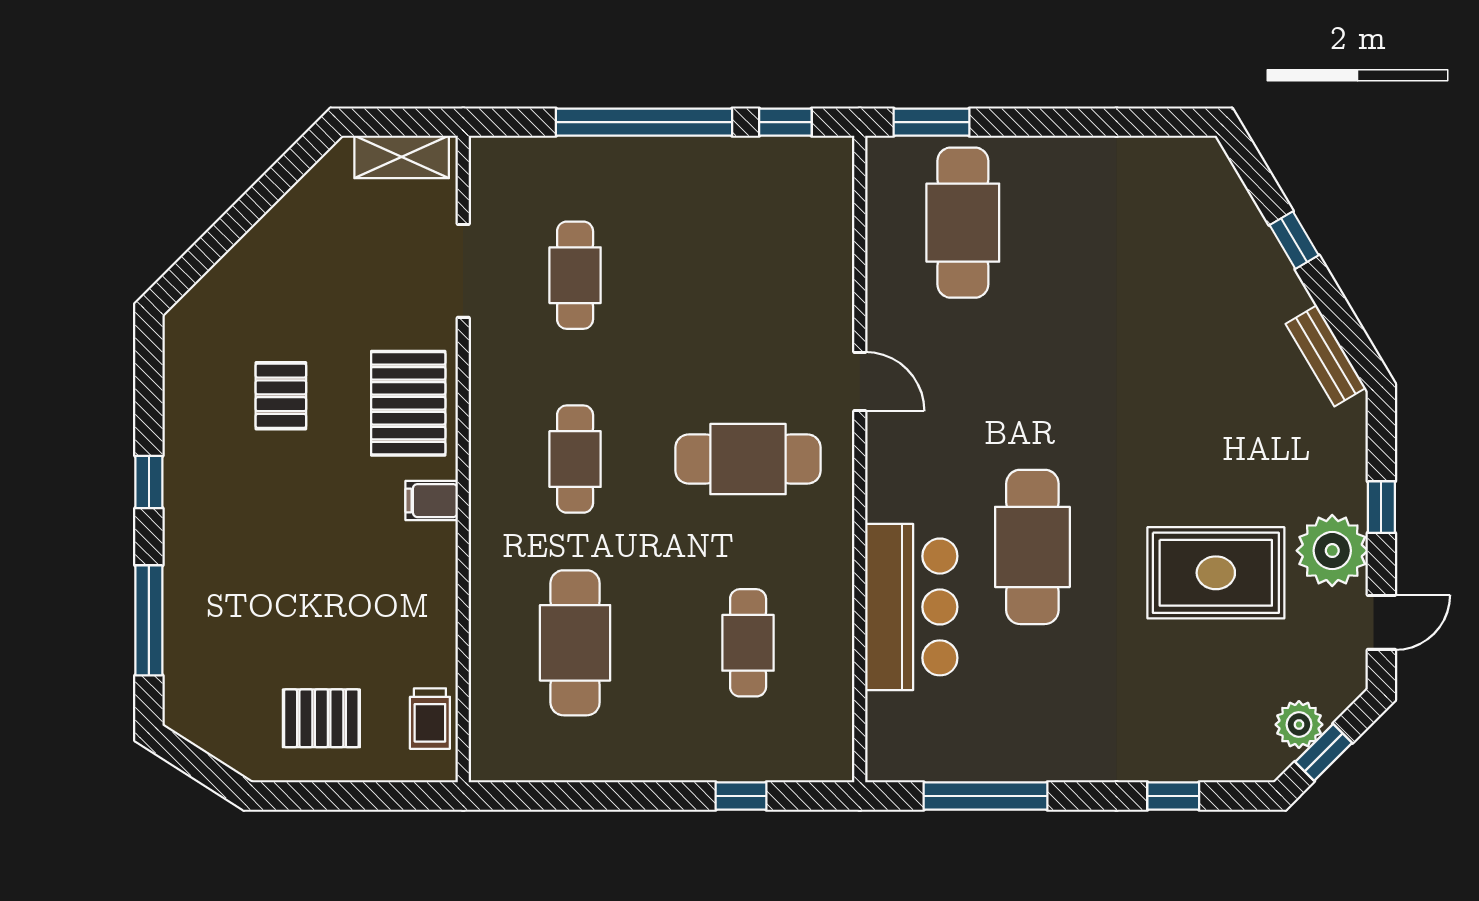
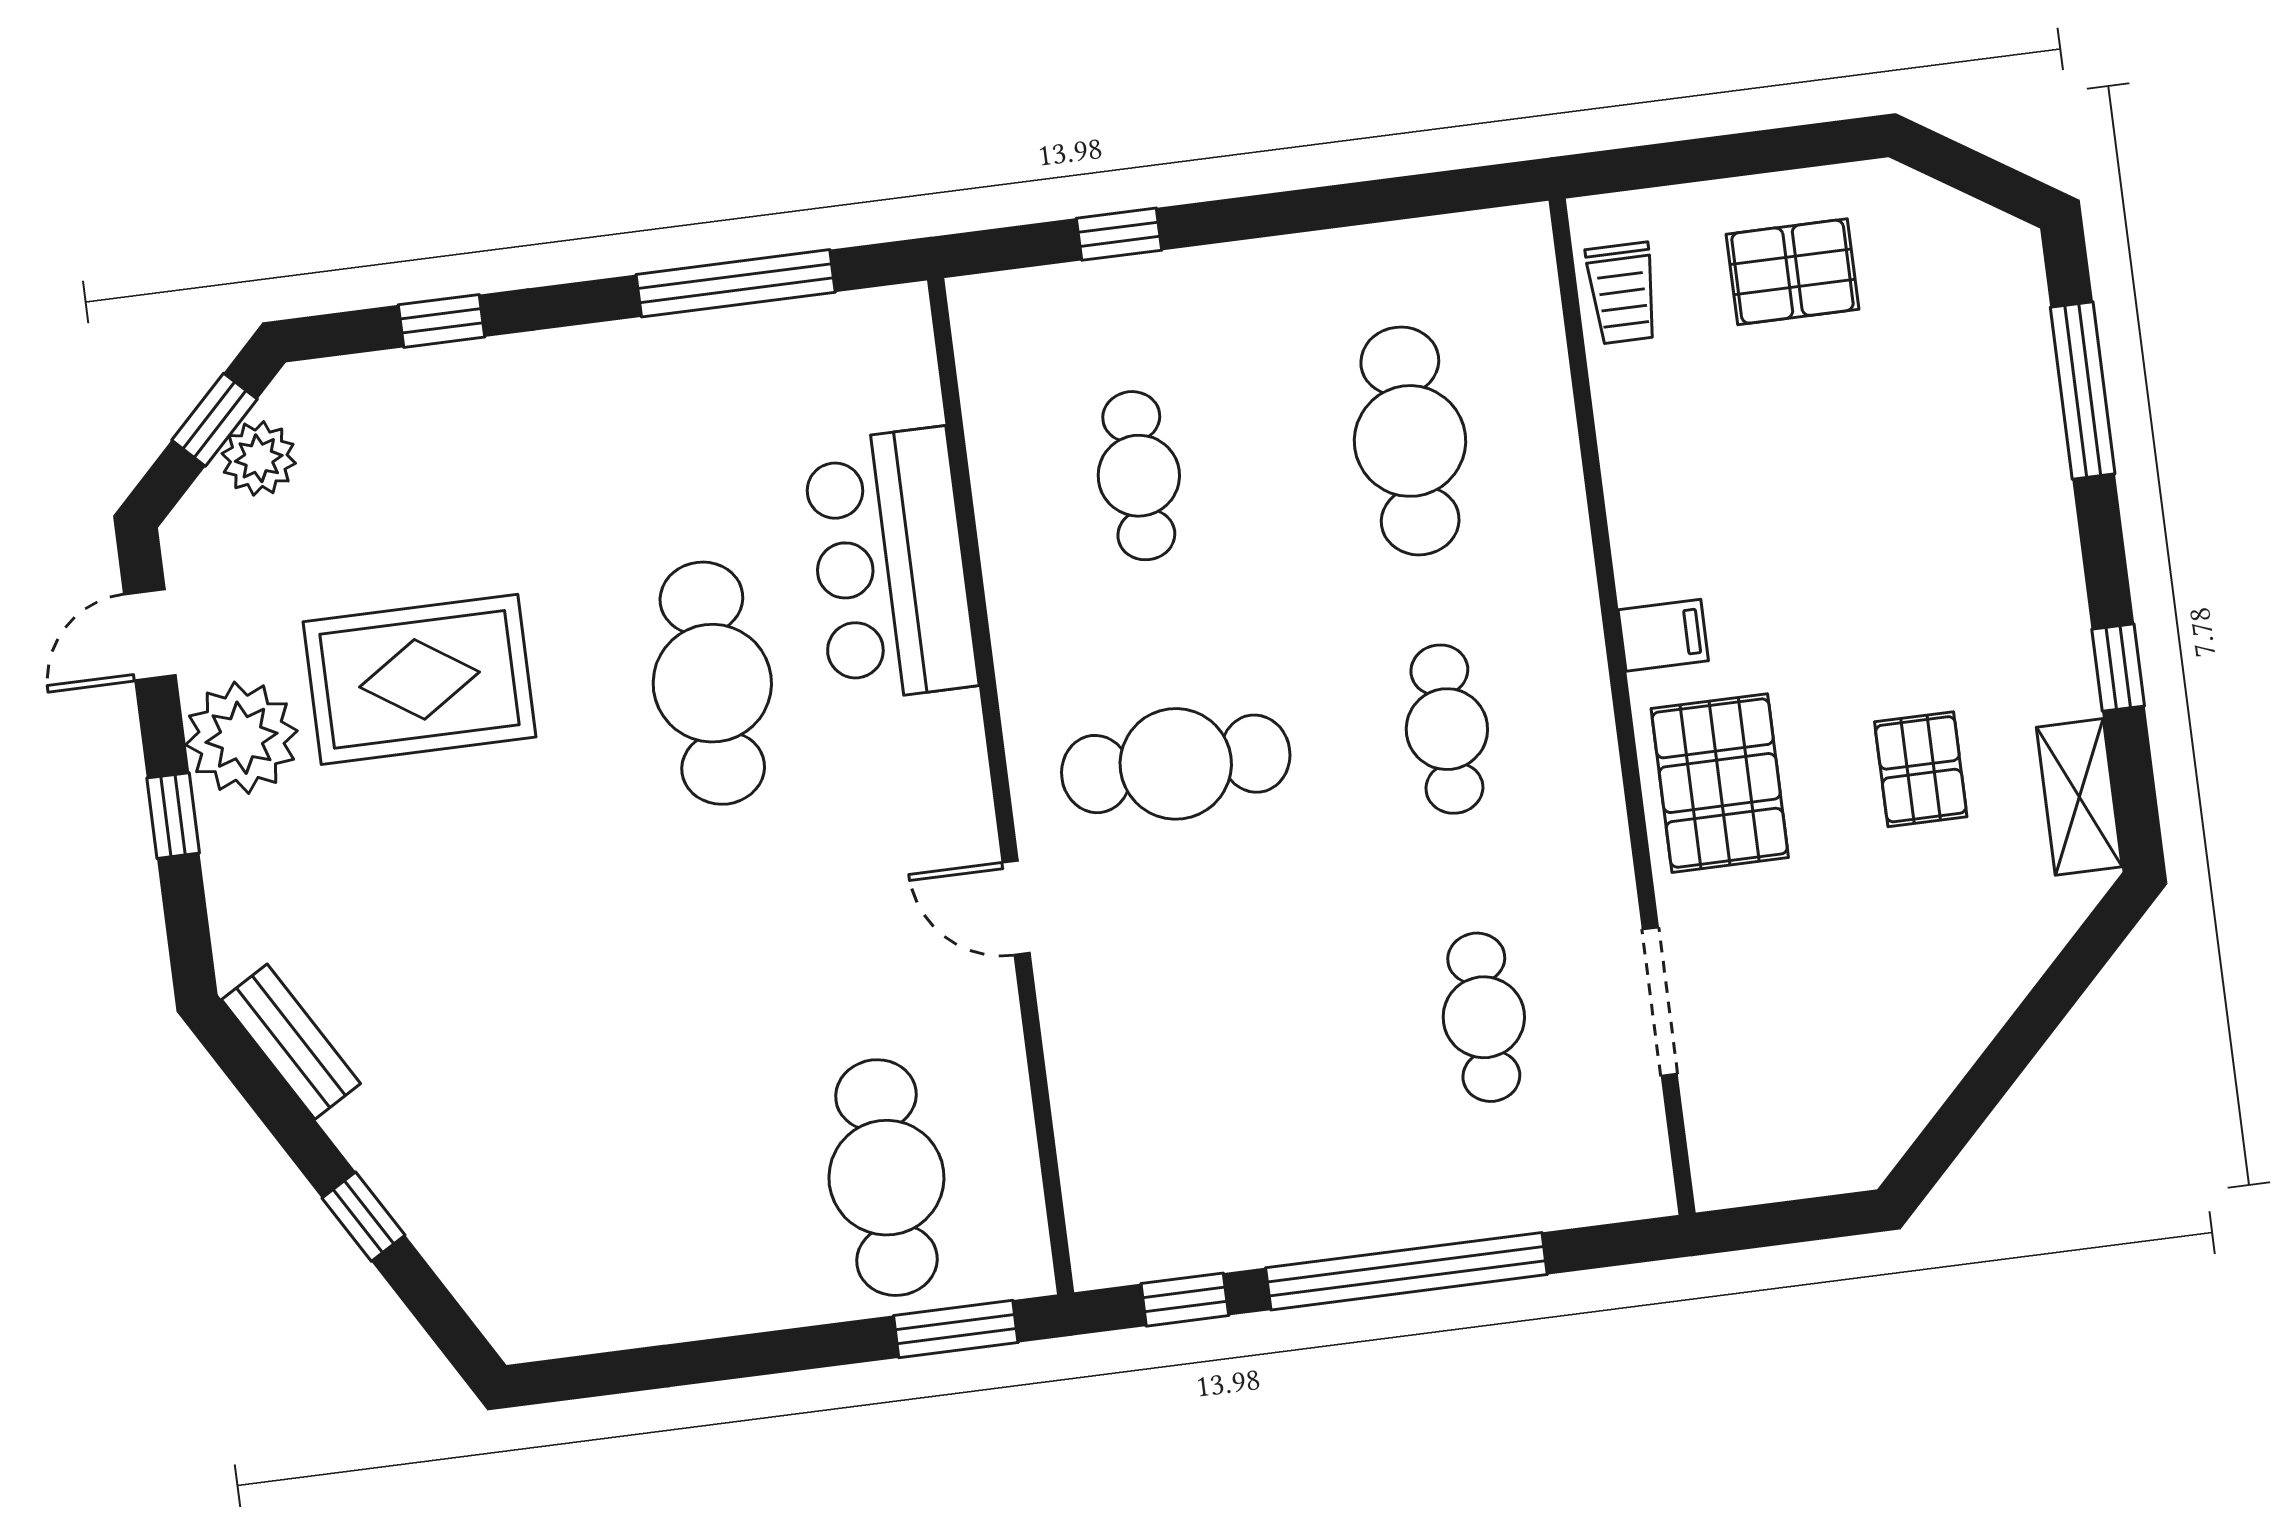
shelving: (402, 157) -> (2079, 797), moved, turned 90
window: (149, 482) -> (2118, 668), moved
trolley: (430, 719) -> (1622, 293), turned 180

